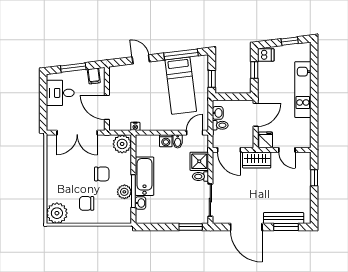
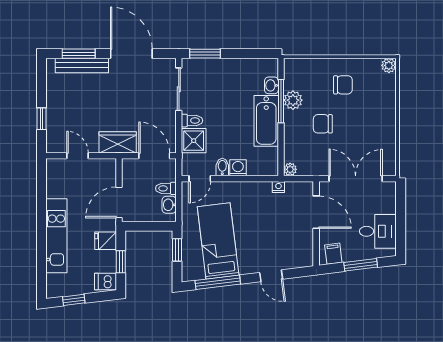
fridge: (266, 140) -> (106, 241), moved, turned 90
plant: (122, 144) -> (290, 169), width x0.53, depth x0.53
plant: (57, 213) -> (389, 65), width x0.53, depth x0.53

